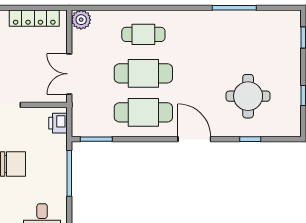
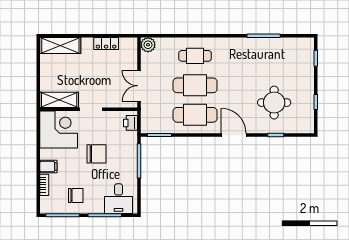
locker: (34, 18) -> (106, 44), width x0.66

